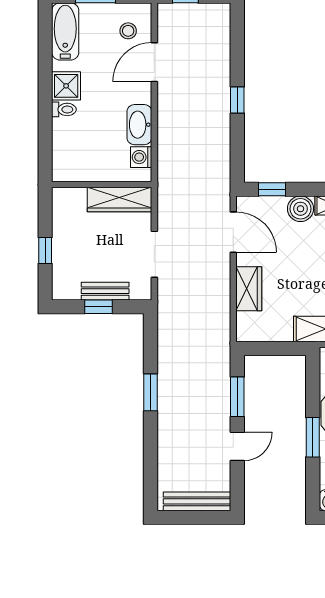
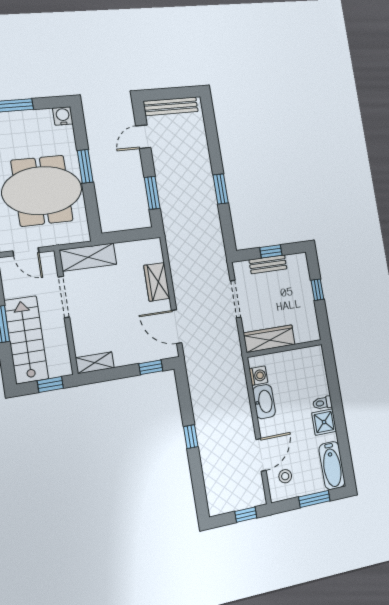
boiler: (301, 209) -> (125, 355), removed
door: (237, 446) -> (143, 137), moved

